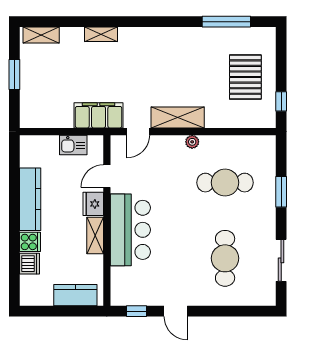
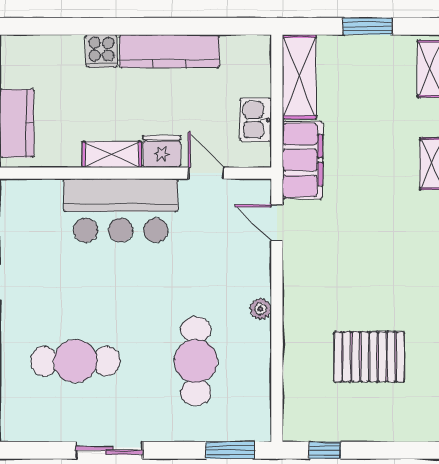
pallet: (245, 77) -> (369, 357), moved
shelving: (178, 117) -> (299, 77), moved
window: (281, 192) -> (230, 450), moved
sliding door: (281, 260) -> (109, 450), moved
dishwasher: (29, 264) -> (67, 50), removed

